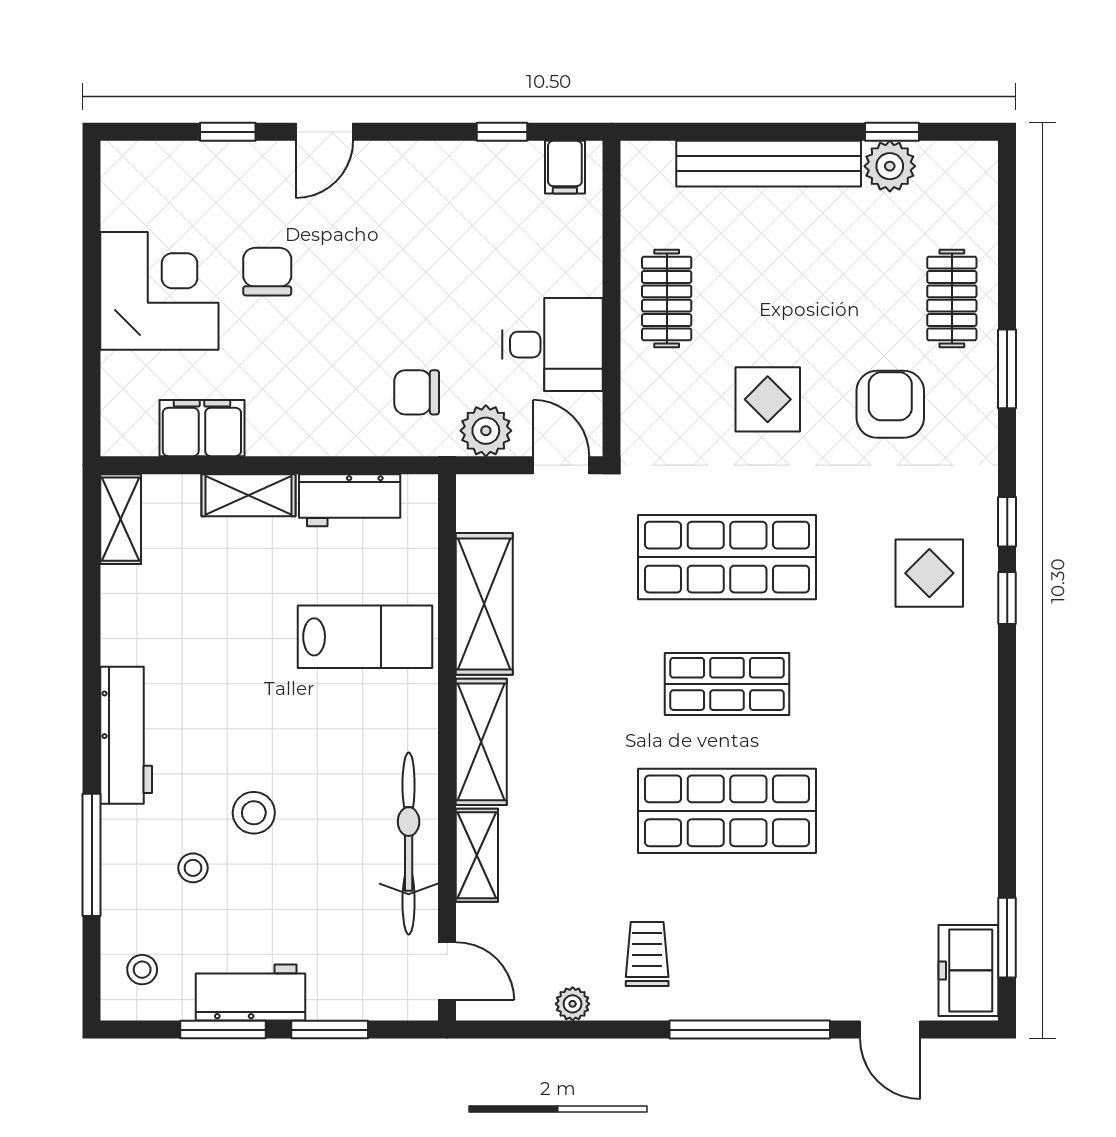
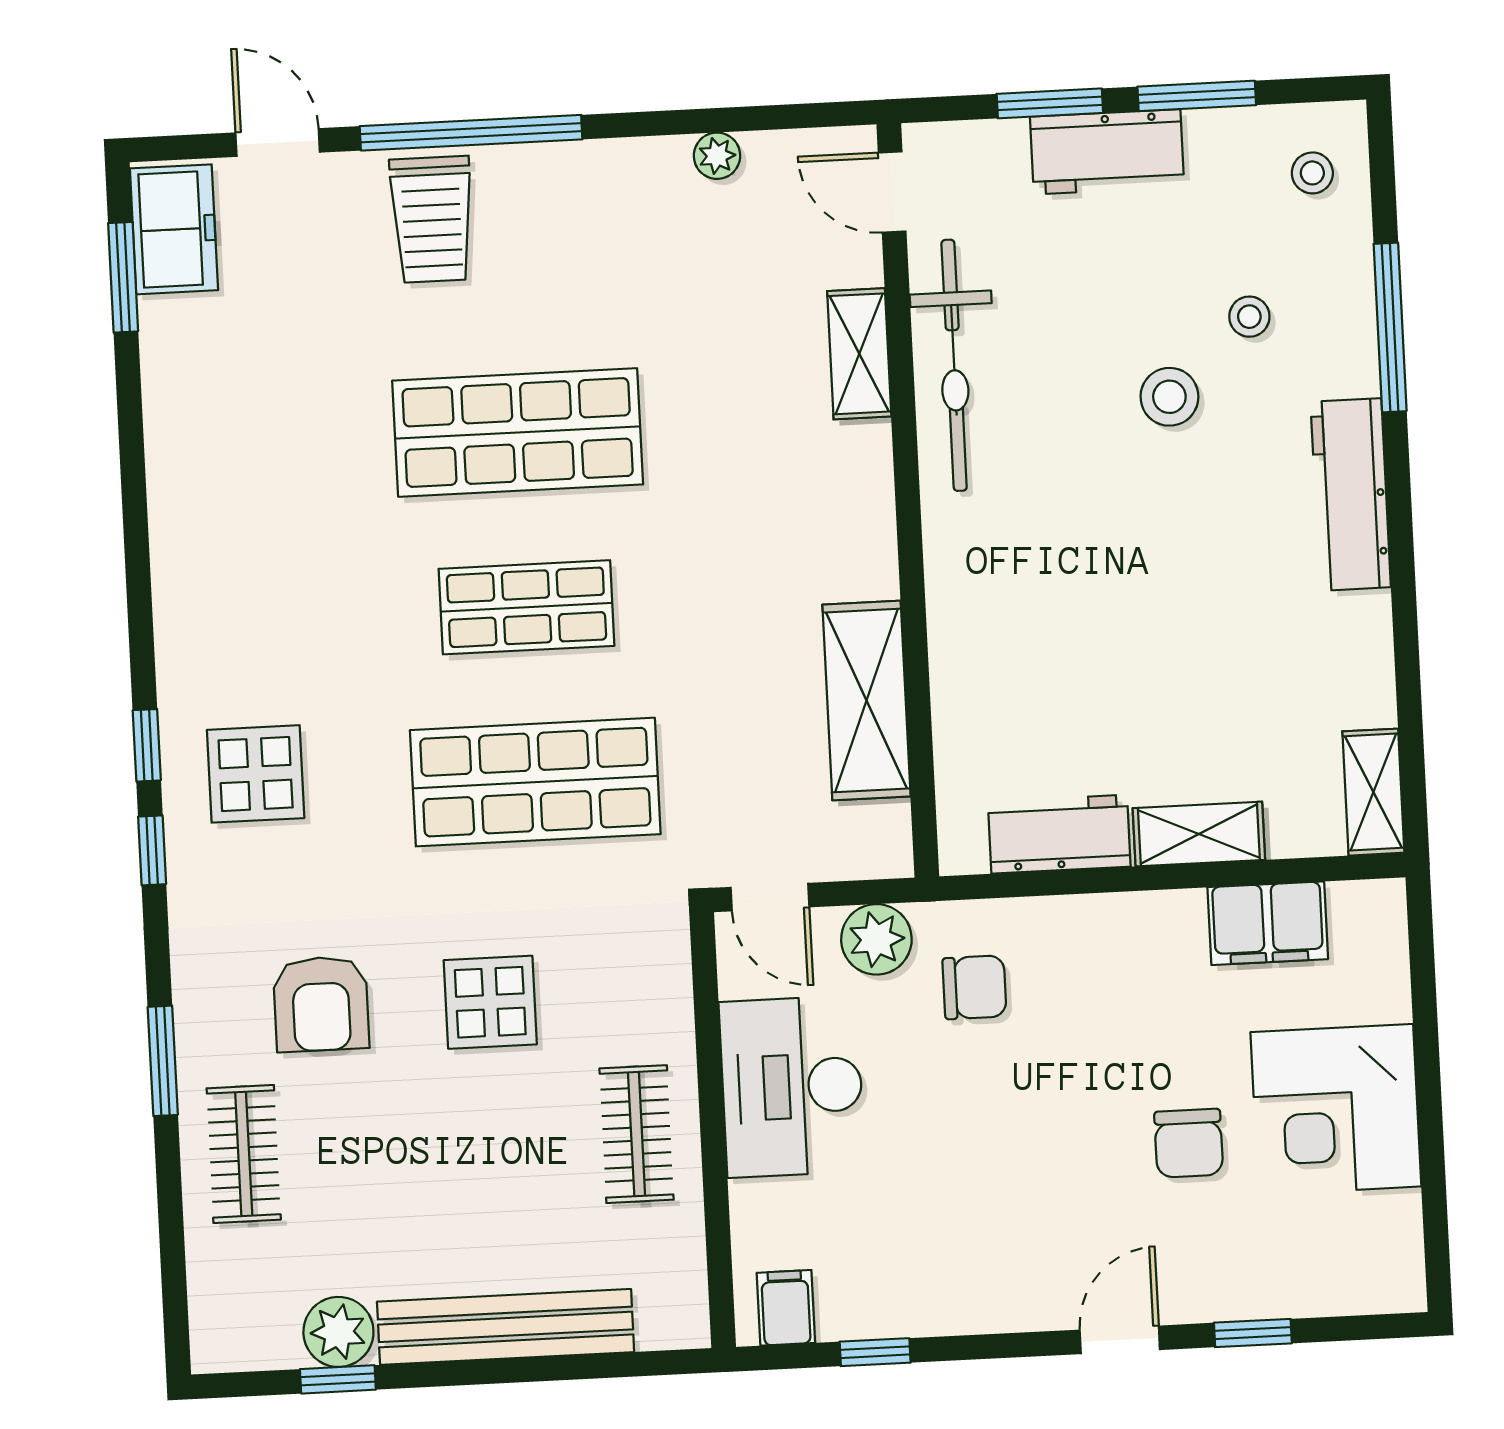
desk: (552, 345) -> (792, 1087), width x1.37
lab bench: (365, 637) -> (1028, 647), removed
shelving: (481, 742) -> (861, 510), removed
trolley: (647, 954) -> (432, 219), moved, width x1.36, depth x1.39
workbench: (251, 992) -> (1107, 152), moved

